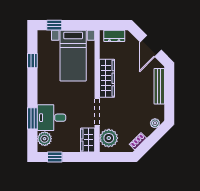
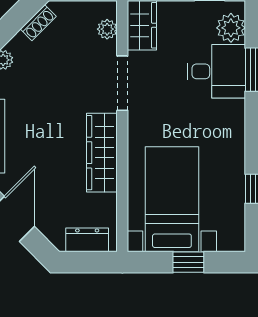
window: (54, 25) -> (188, 262), moved
plant: (109, 138) -> (107, 29), width x0.53, depth x0.53

